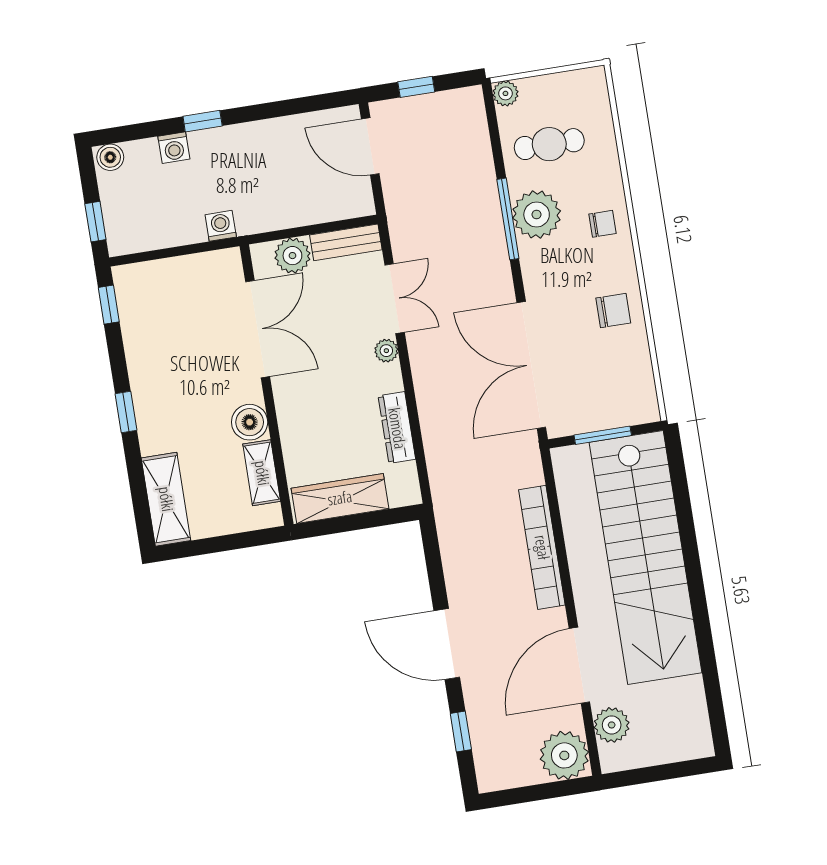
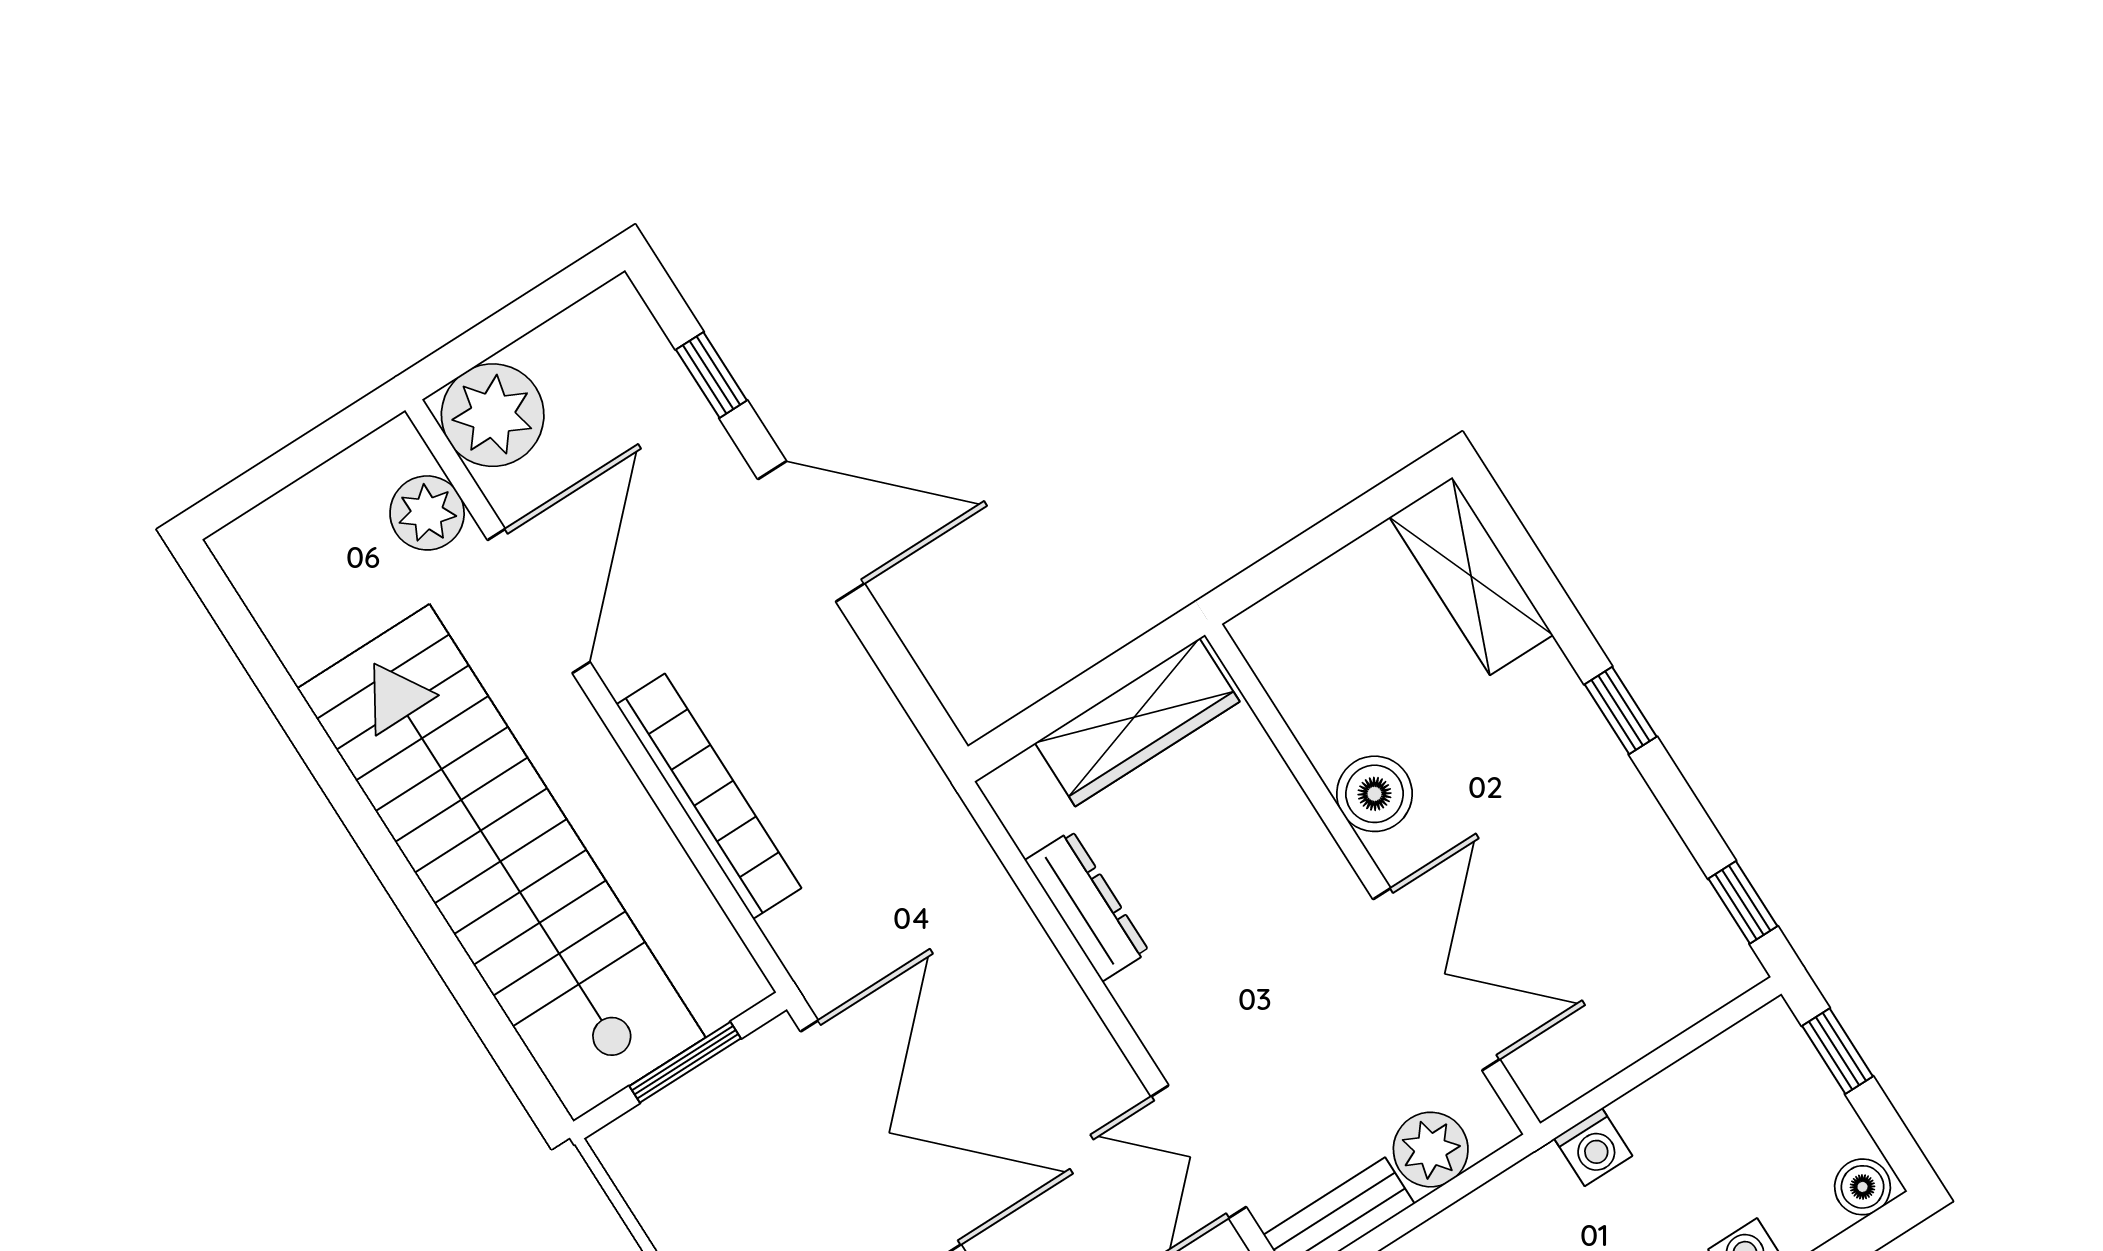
double door: (258, 329) -> (1436, 979), swing flipped
plant: (386, 351) -> (1171, 1045), removed
shelving: (262, 473) -> (1309, 707), removed

